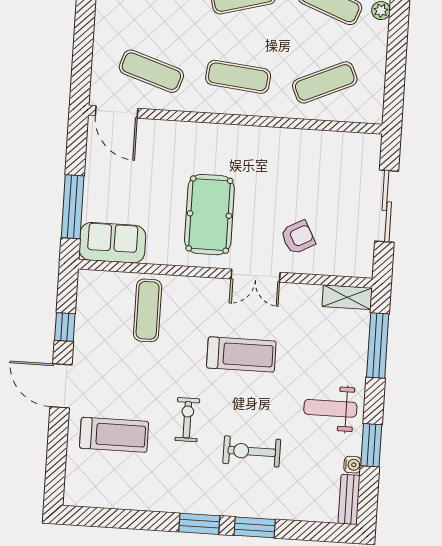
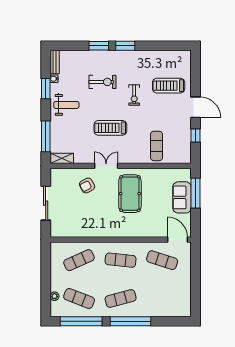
sofa: (112, 243) -> (182, 197), moved, turned 90

